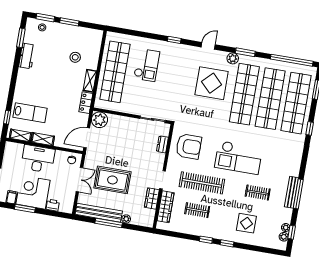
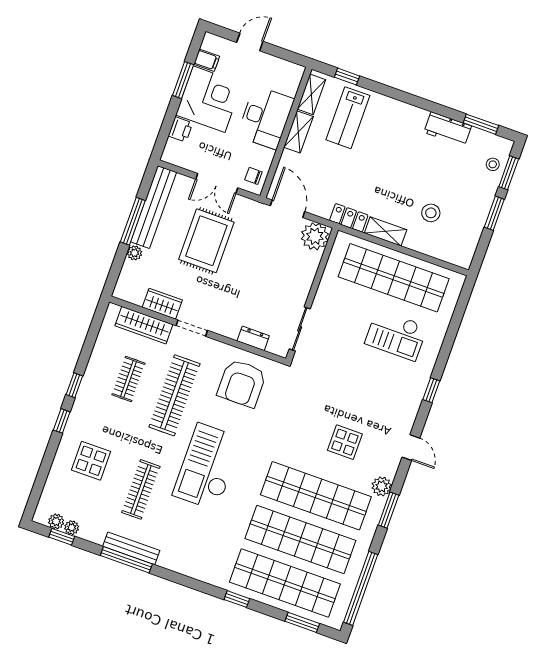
display table: (212, 83) -> (345, 442), width x0.54, depth x0.54
clothes rail: (258, 193) -> (141, 489), width x1.36

